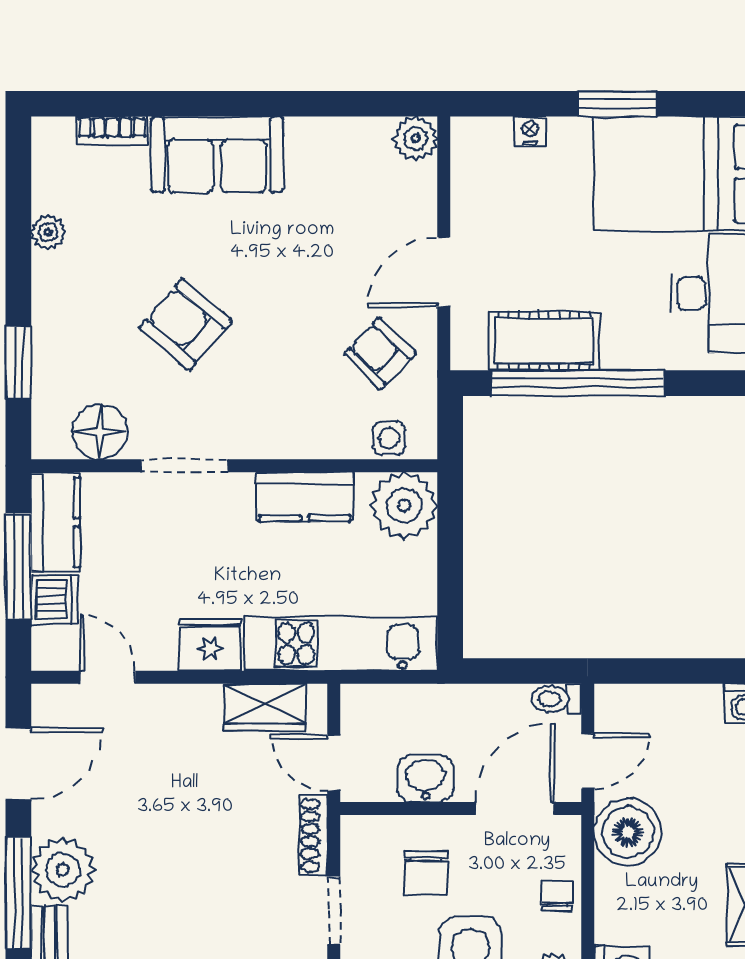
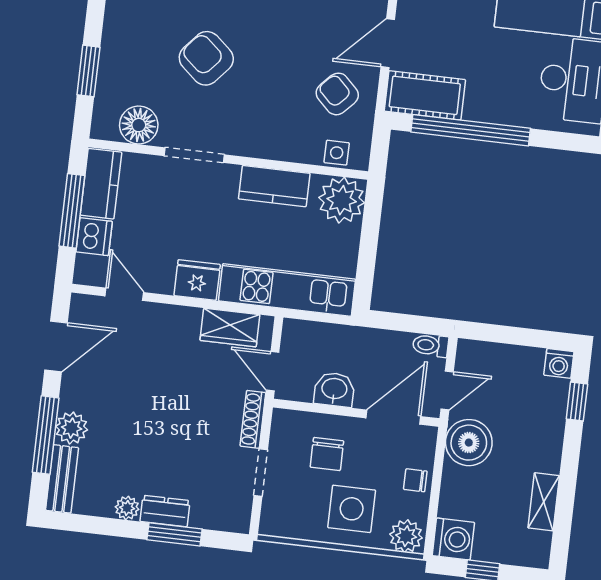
cot: (544, 341) -> (425, 95), moved
plant: (63, 870) -> (72, 428), width x0.73, depth x0.73
chair: (557, 895) -> (415, 480), turned -90

